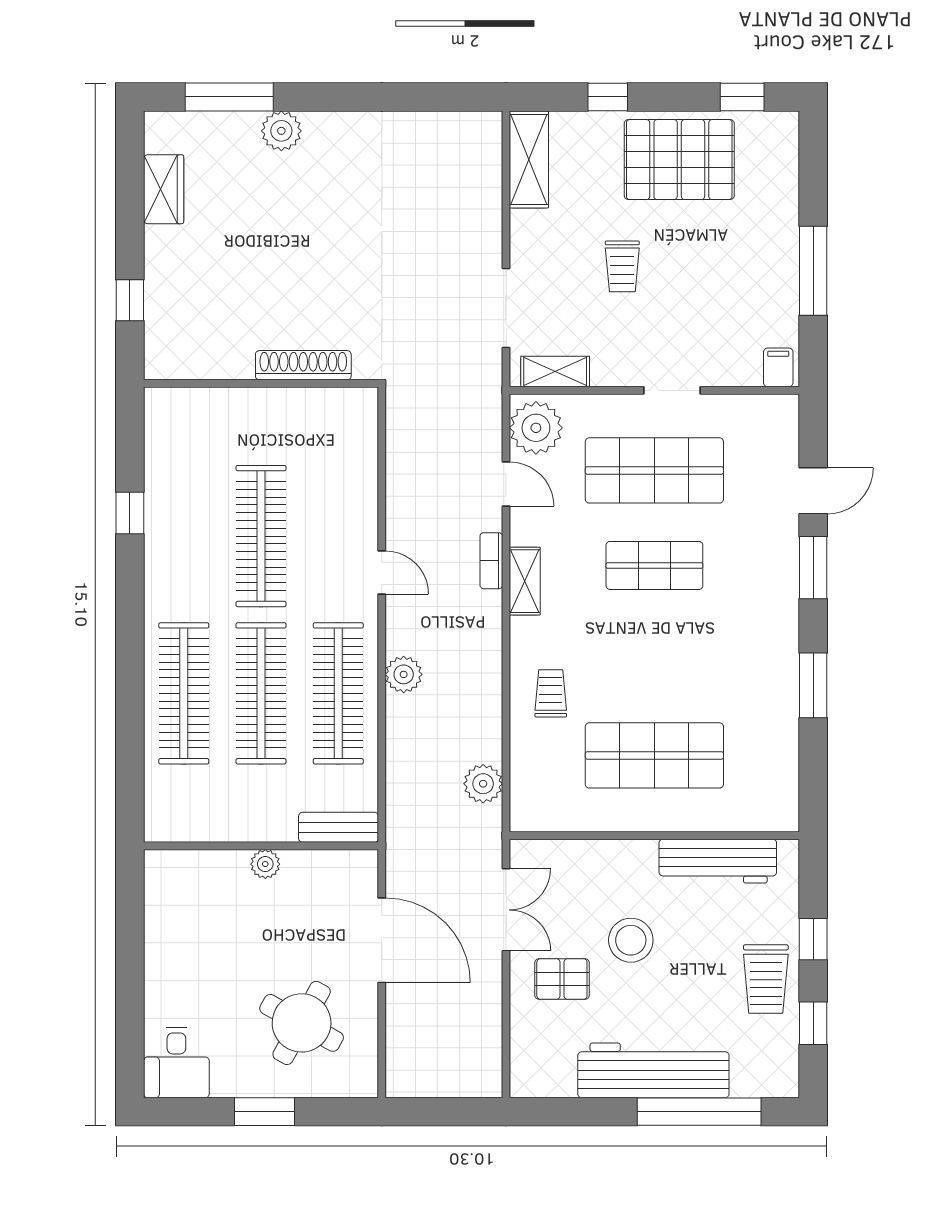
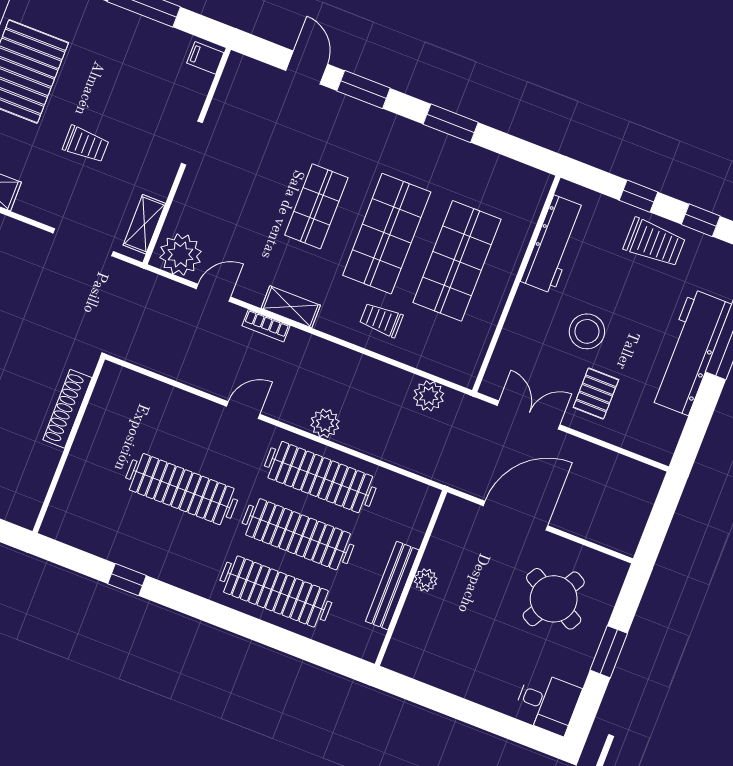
shop shelf: (654, 470) -> (387, 234), moved
bench: (339, 827) -> (392, 586), moved, width x1.36

